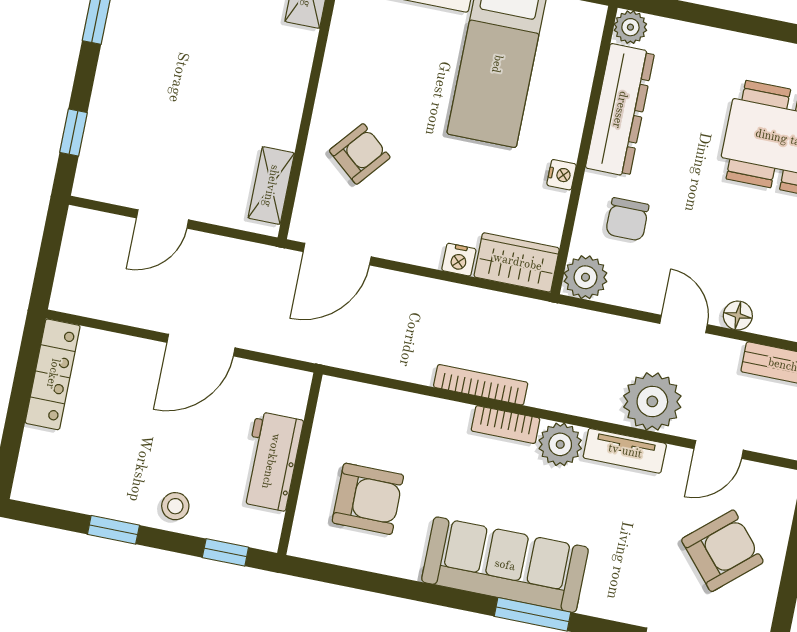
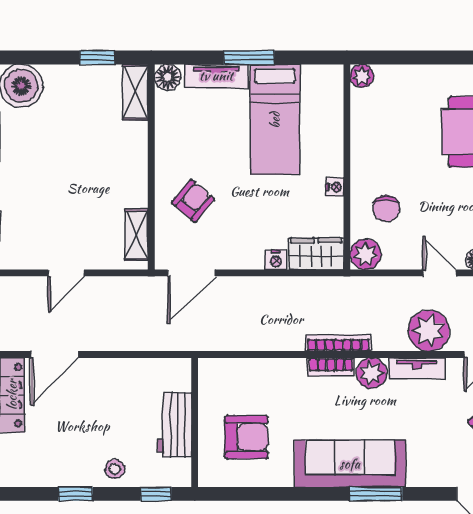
dresser: (620, 110) -> (366, 134), removed
door: (201, 345) -> (55, 354), moved
bookcase: (481, 385) -> (338, 343), moved

